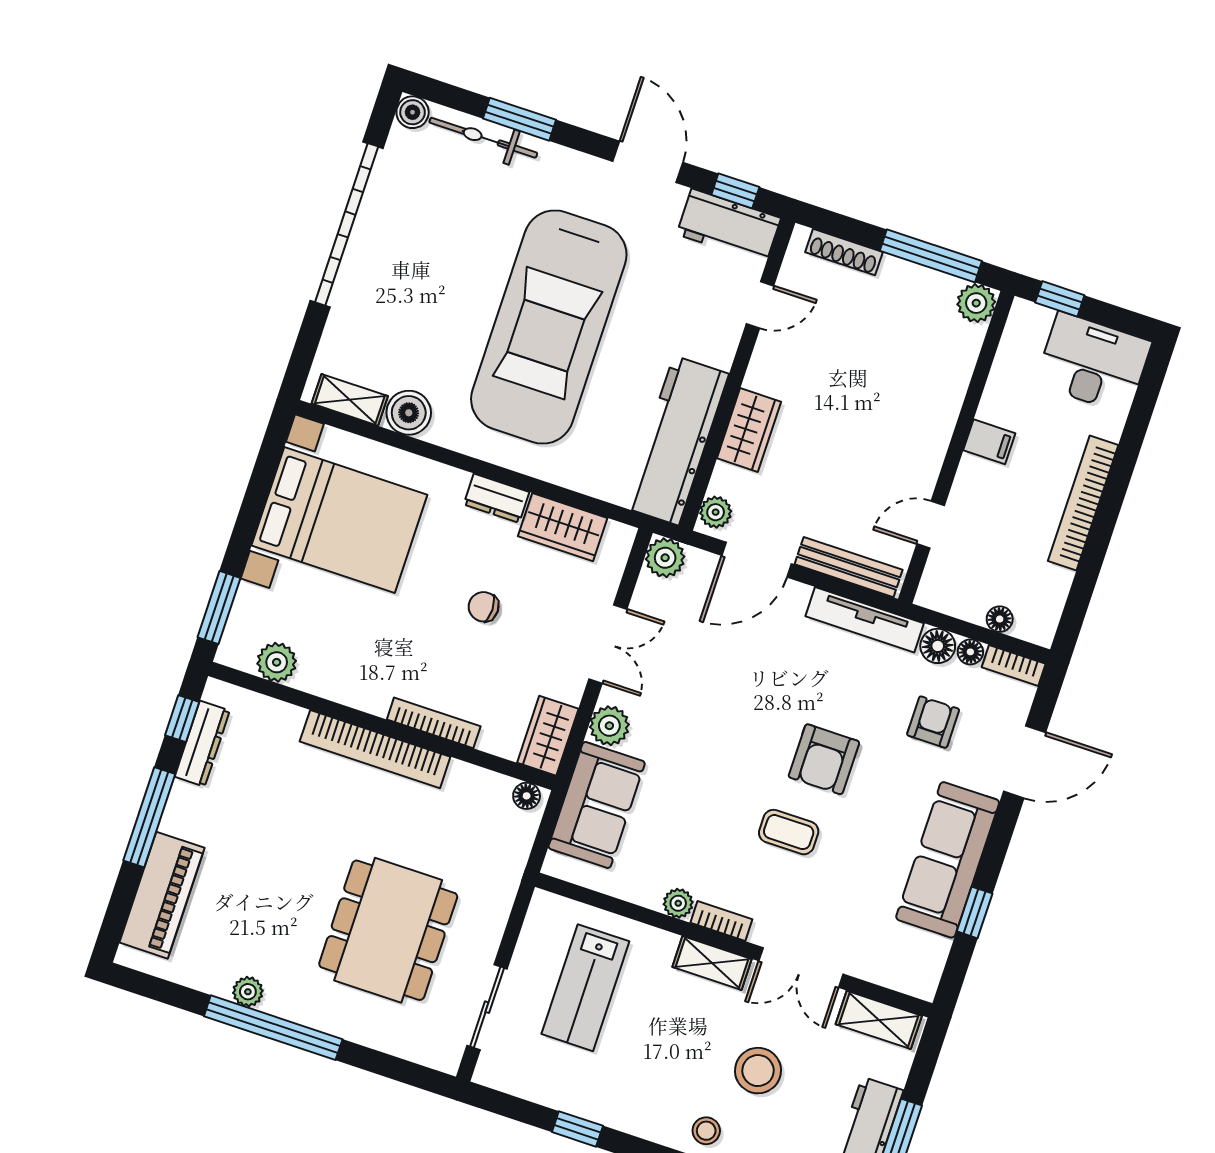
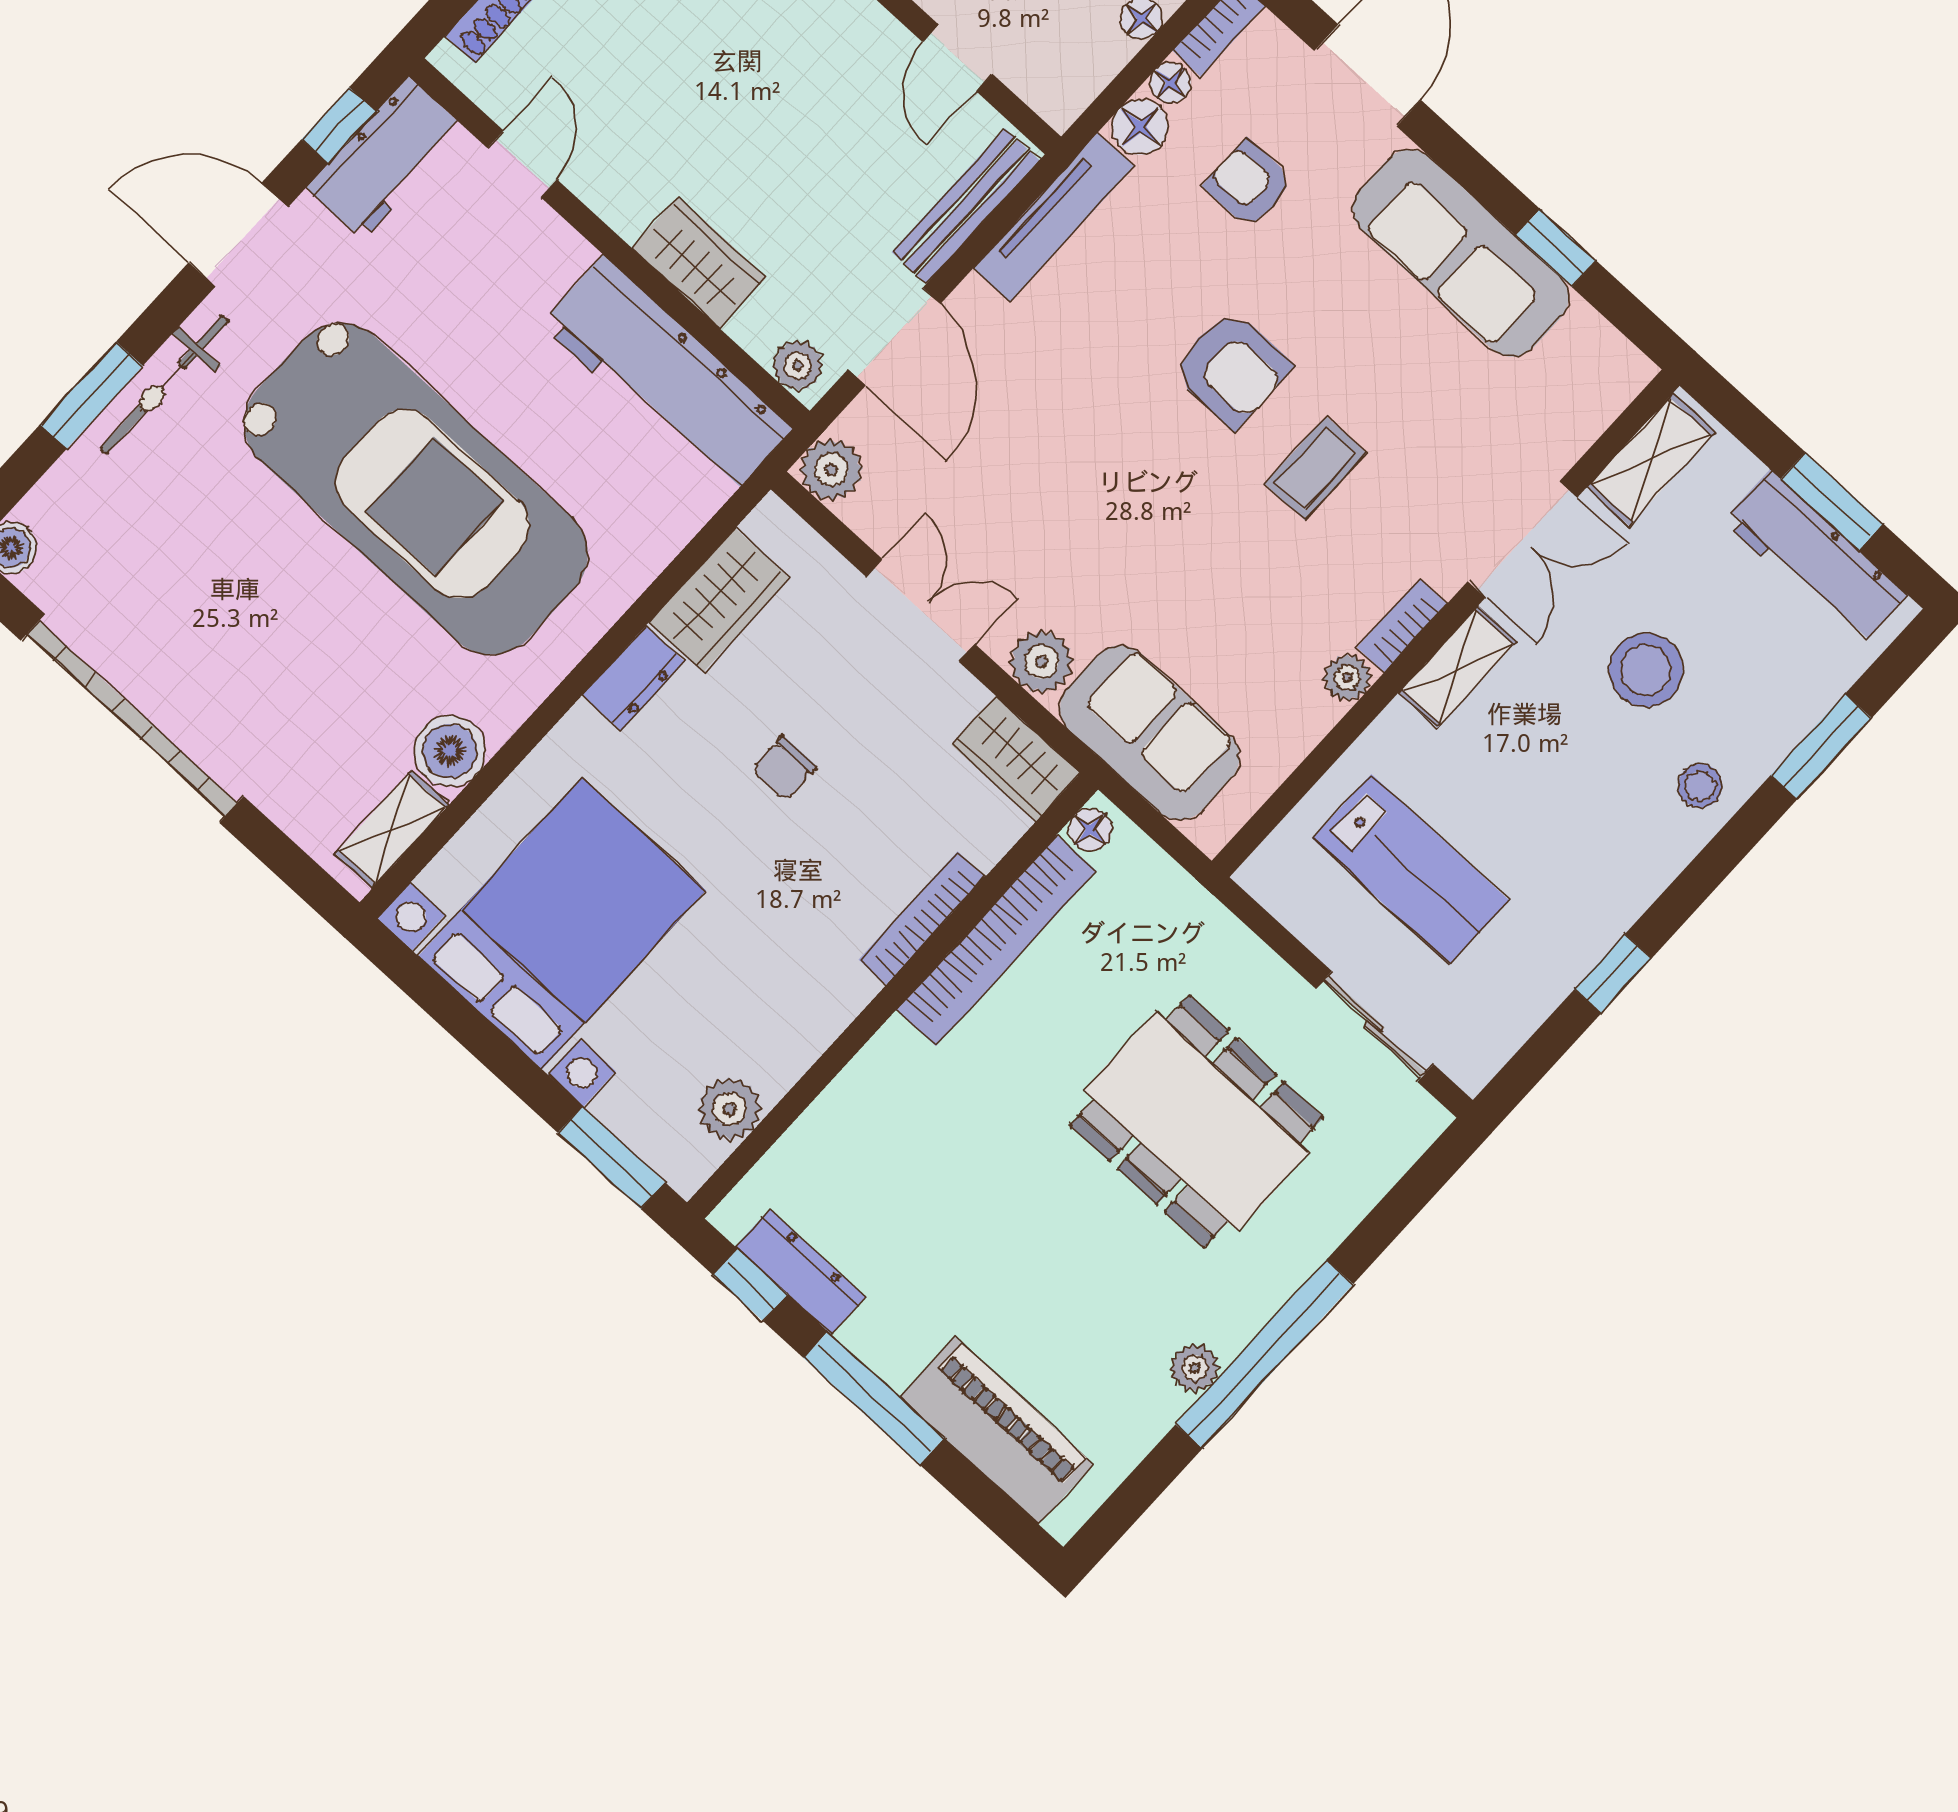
bicycle: (483, 138) -> (164, 385), moved
bookcase: (375, 749) -> (996, 940), moved

